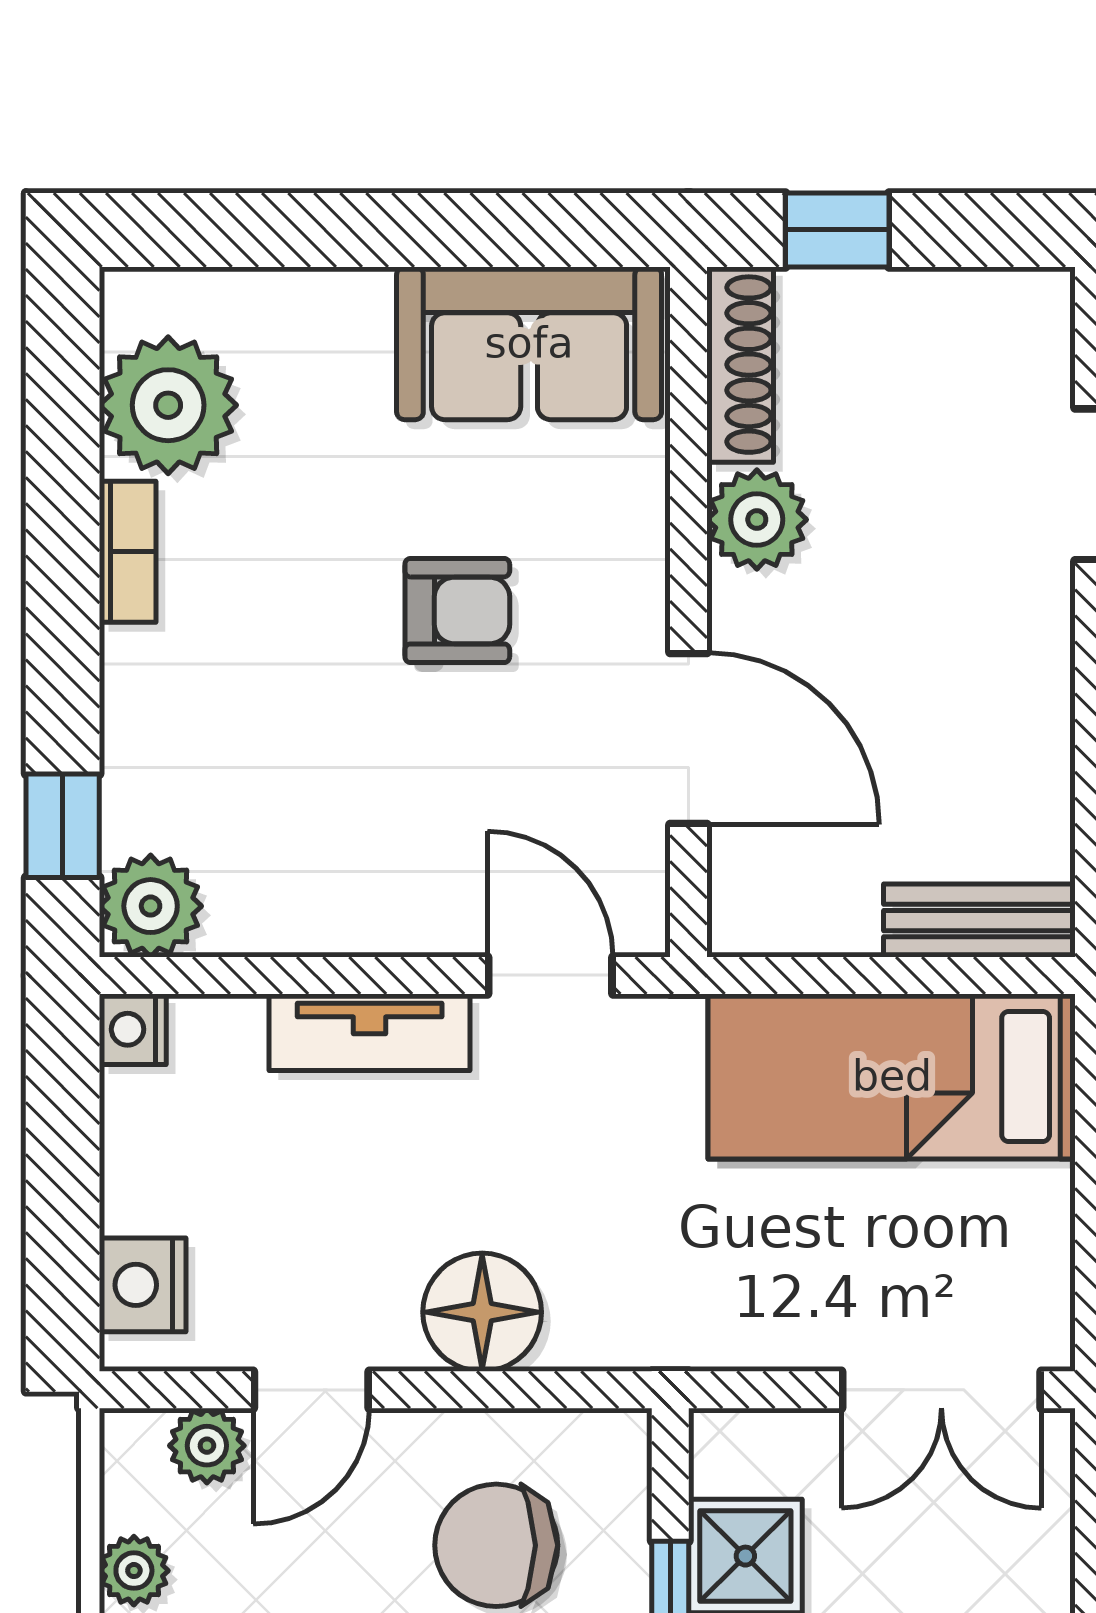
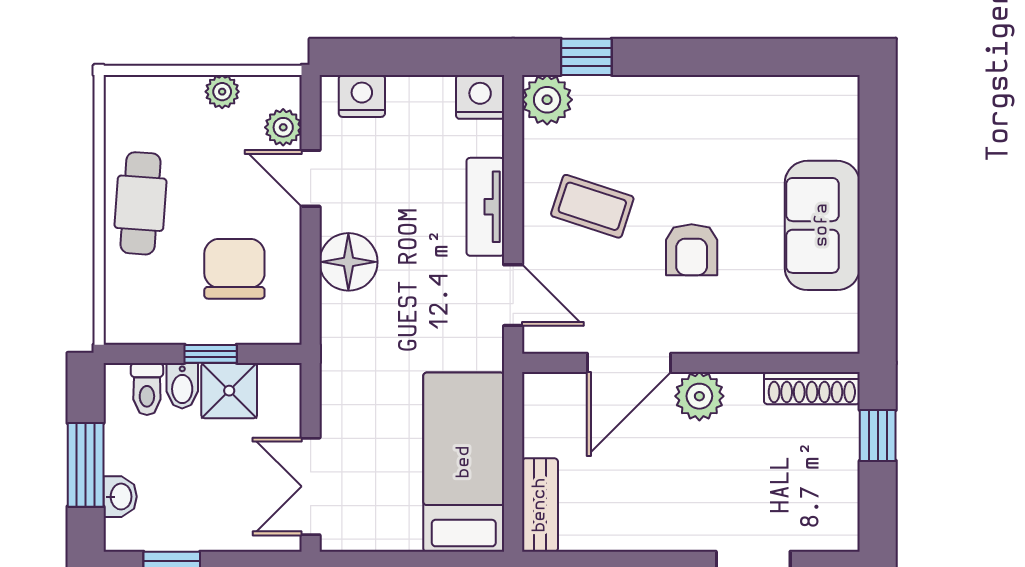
sofa: (529, 343) -> (822, 225), moved
plant: (168, 405) -> (792, 108), removed
plant: (757, 520) -> (699, 396), moved
bookcase: (128, 552) -> (720, 89), removed
coffee table: (368, 814) -> (592, 206), added
door: (550, 976) -> (513, 295), hinge flipped
nightstand: (133, 1029) -> (480, 97), width x1.39, depth x1.35

